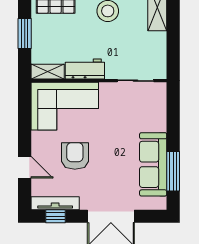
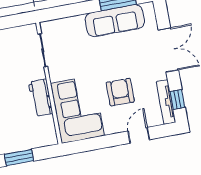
shelving: (48, 72) -> (49, 131), removed
armchair: (75, 156) -> (120, 92), turned 90

